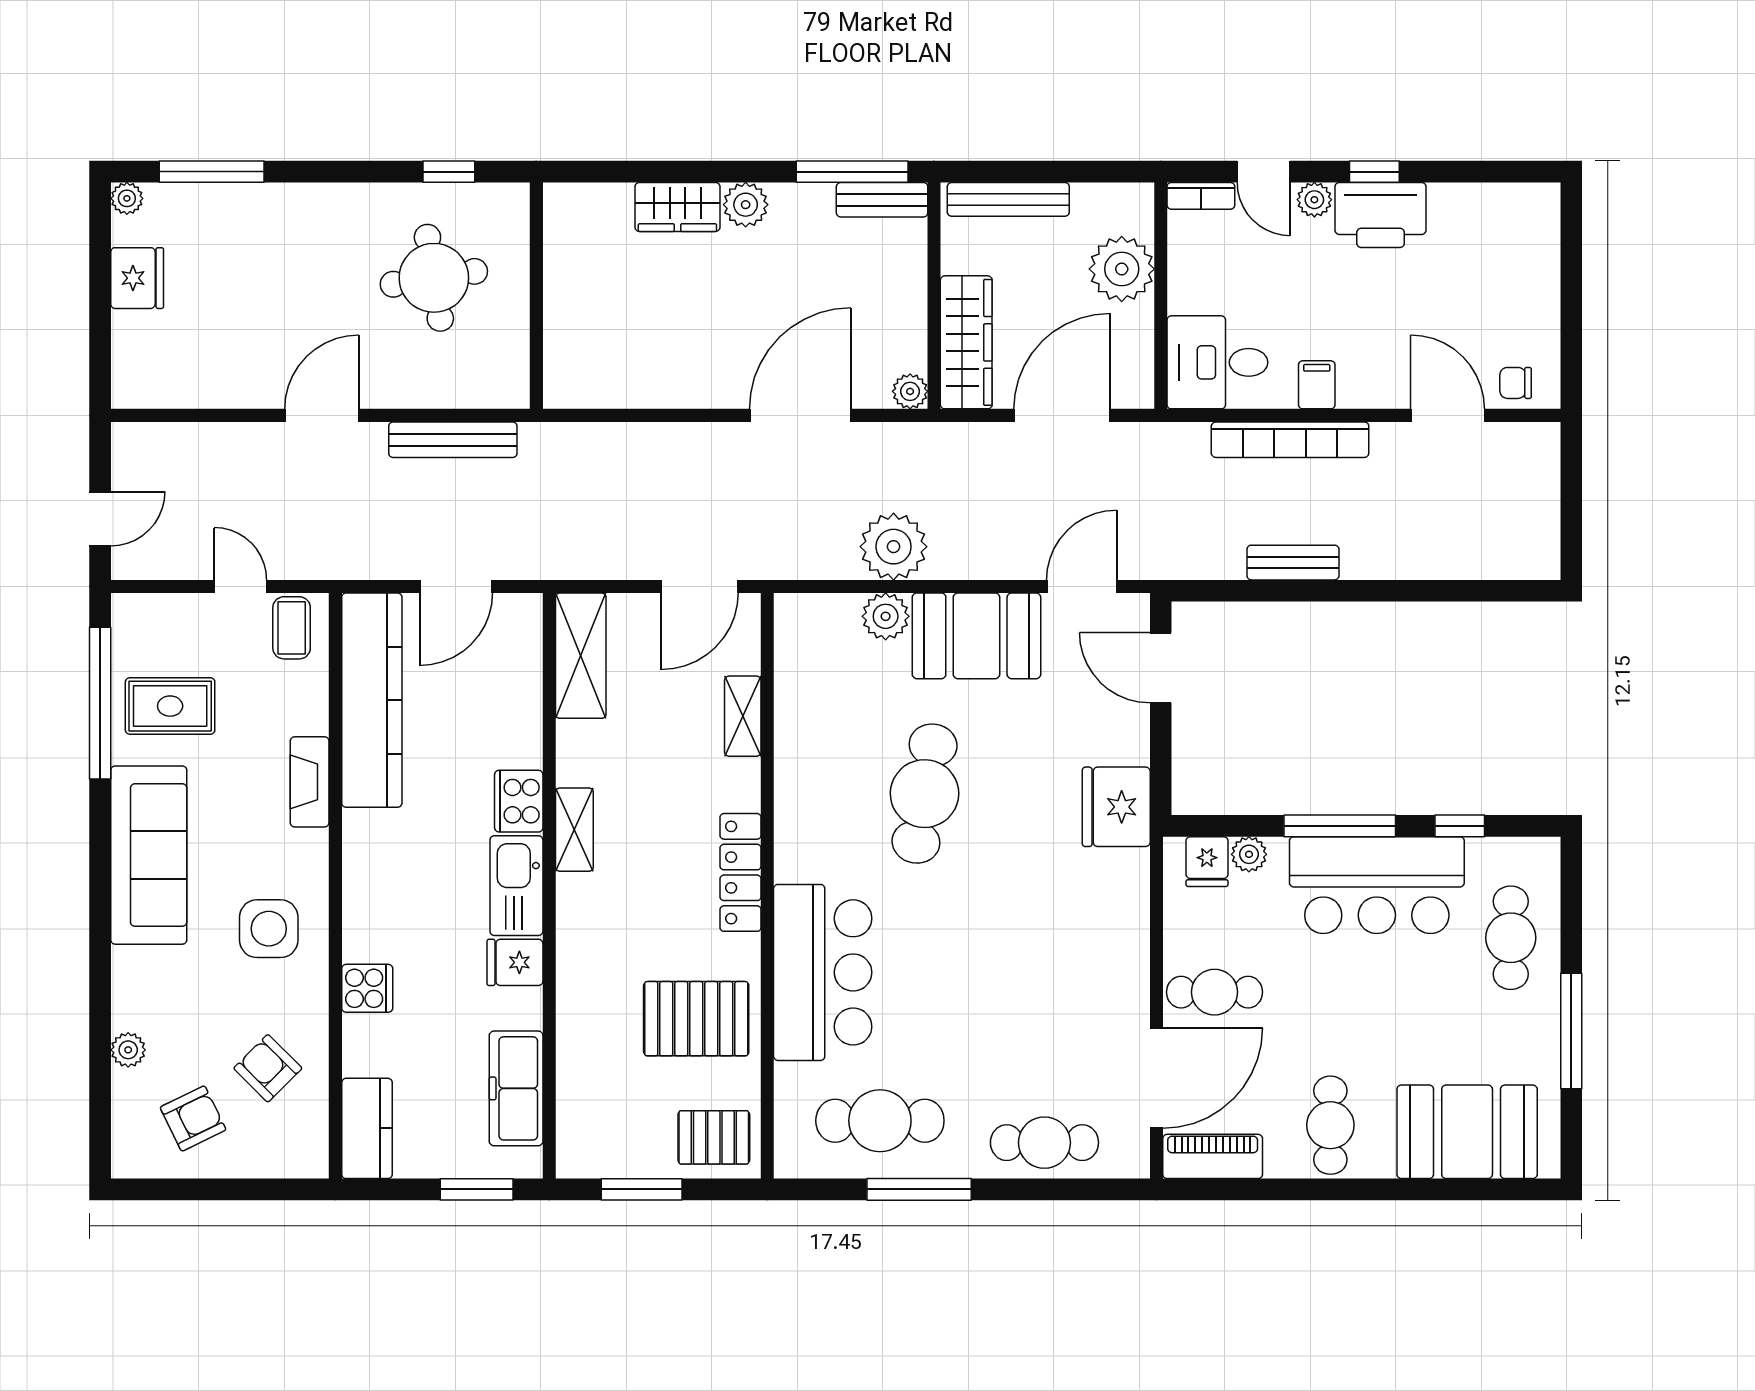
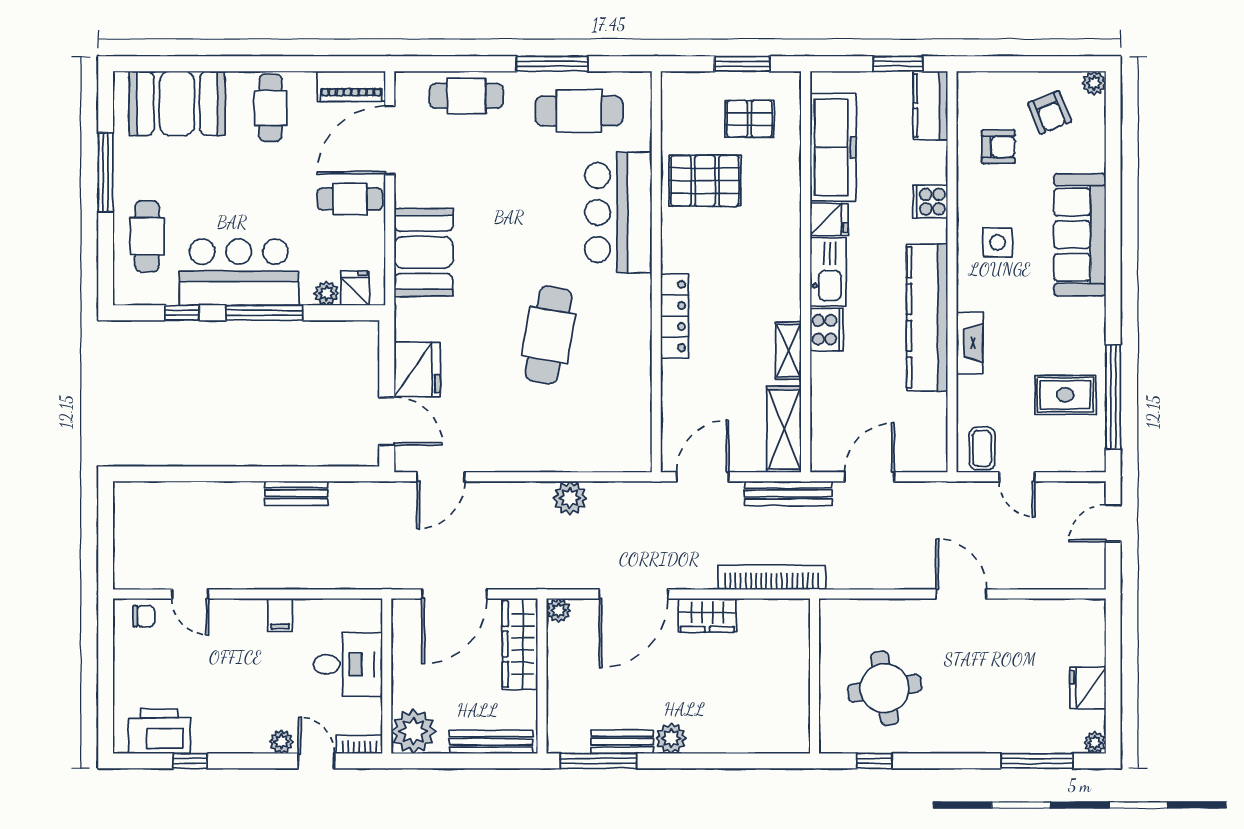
window: (1374, 172) -> (190, 761), moved
bench: (882, 200) -> (622, 742), moved
wardrobe: (677, 207) -> (707, 615), moved, turned 180
printer: (1381, 215) -> (159, 731), moved
plant: (1122, 269) -> (413, 731), moved
desk: (1217, 362) -> (348, 664), moved
door: (322, 415) -> (961, 594), swing flipped
door: (1448, 415) -> (190, 594), width x0.73
bench: (453, 440) -> (788, 493), moved
bookcase: (1290, 440) -> (772, 577), moved
plant: (894, 547) -> (570, 498), width x0.73, depth x0.73
plant: (886, 616) -> (575, 456), removed
booth: (976, 636) -> (424, 252), moved, turned 90
kitchen counter: (372, 700) -> (927, 317), moved
shelving: (743, 716) -> (673, 388), removed
fridge: (1116, 807) -> (417, 369), moved
shelving: (574, 830) -> (788, 351), moved
sofa: (149, 855) -> (1080, 235), moved
locker: (741, 872) -> (675, 316), moved
side table: (269, 929) -> (998, 242), width x0.73, depth x0.73
plant: (128, 1050) -> (1094, 83), moved
armchair: (268, 1068) -> (998, 147), turned -45
freezer: (516, 1088) -> (833, 147), width x1.36, depth x1.26
armchair: (193, 1118) -> (1050, 112), turned -86
pallet: (714, 1137) -> (749, 119), moved
window: (477, 1189) -> (898, 64), moved

